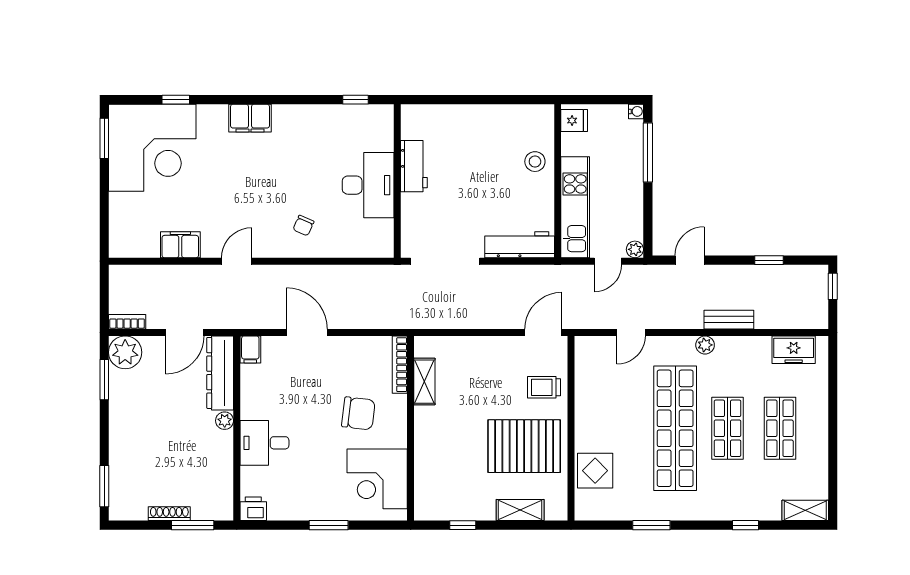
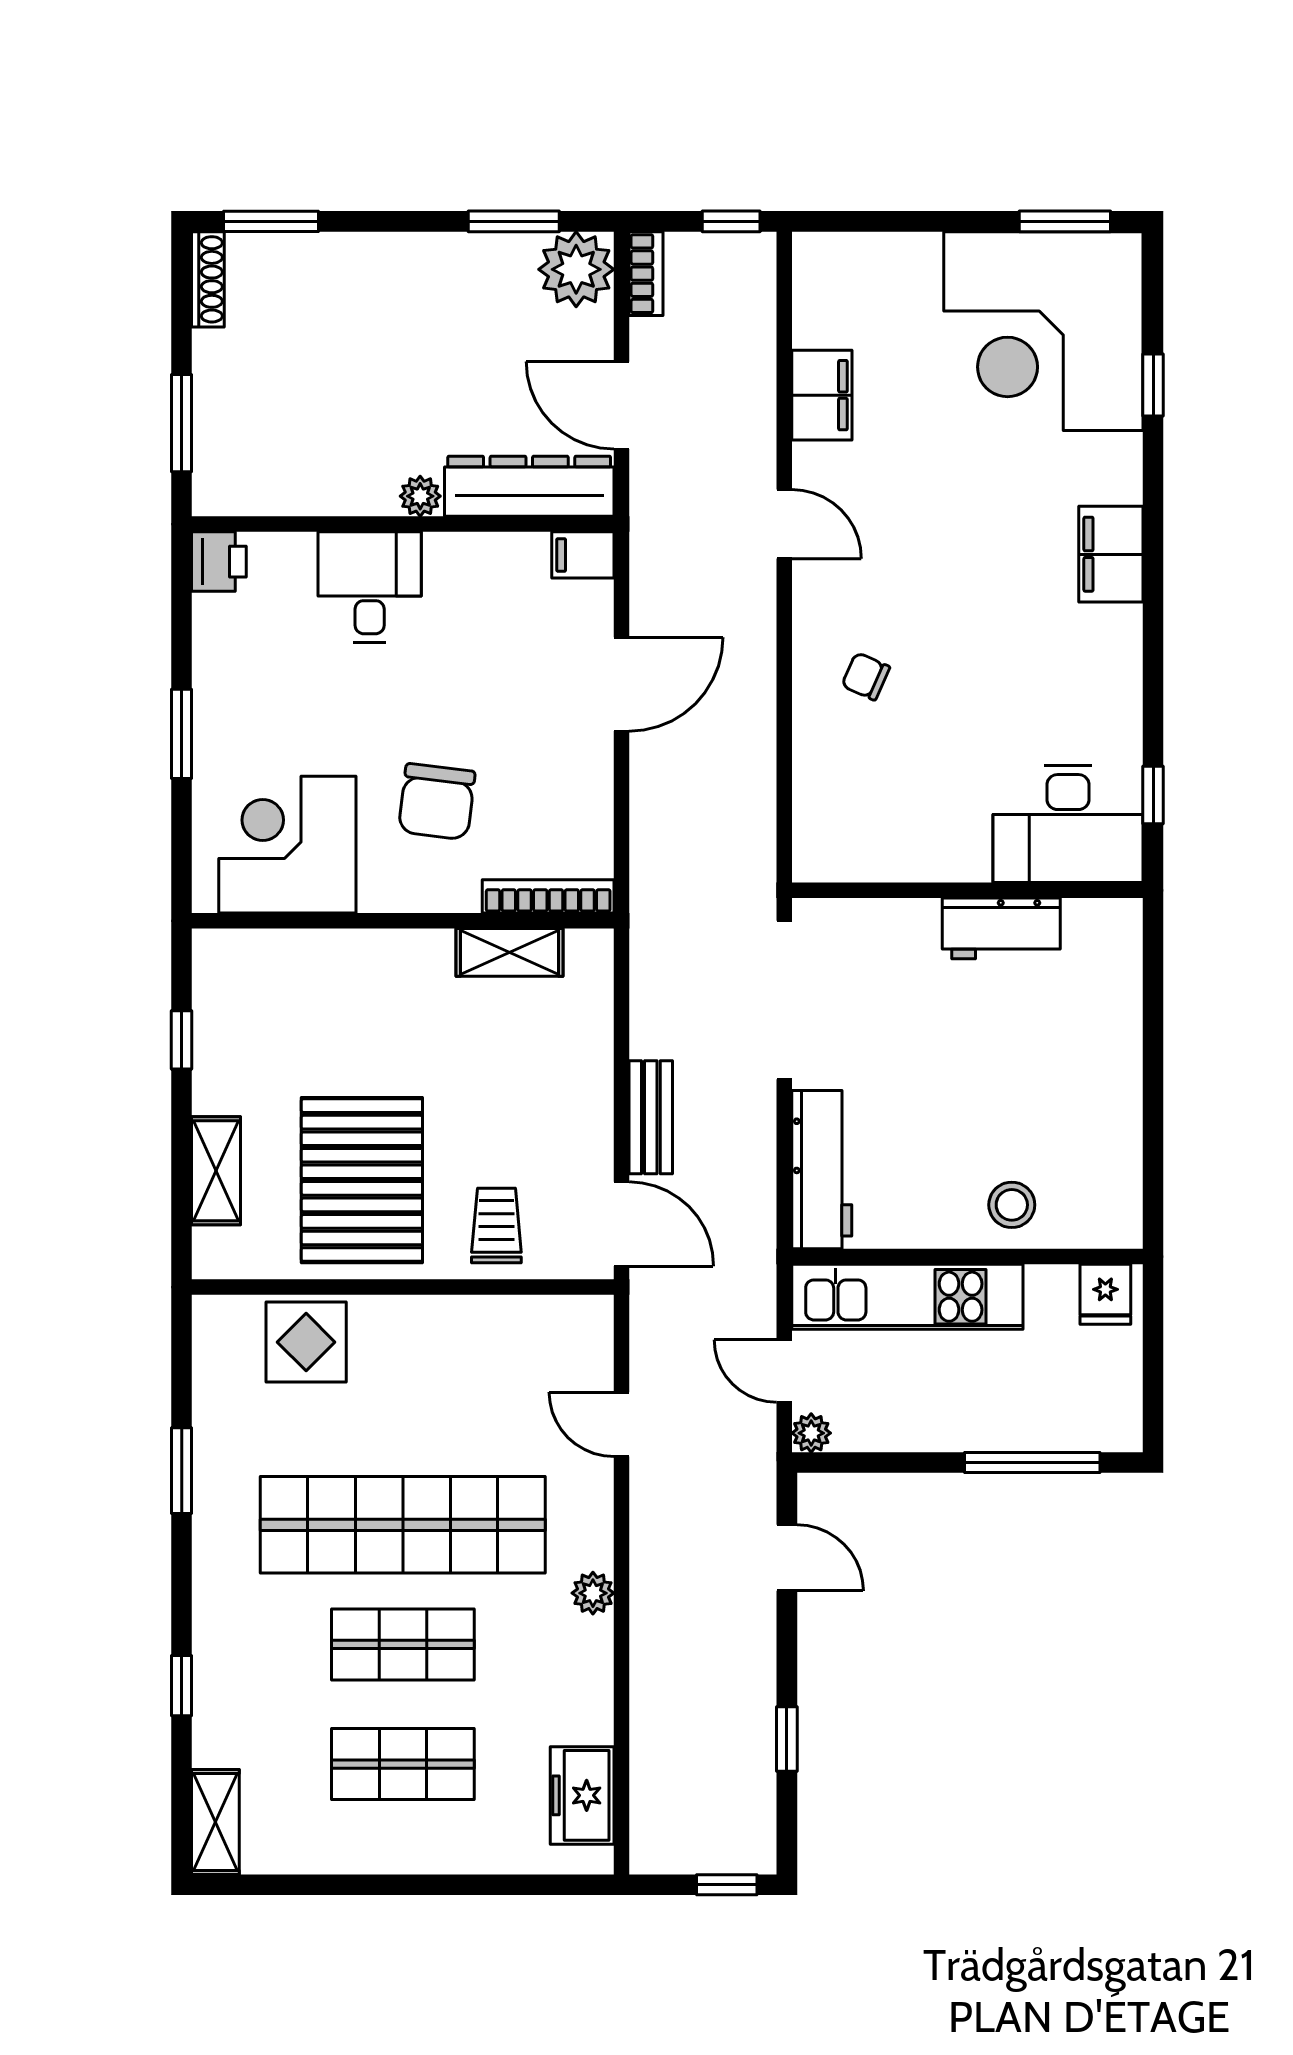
water cooler: (636, 111) -> (1126, 1436), removed
desk: (368, 185) -> (1068, 824), moved
window: (104, 284) -> (731, 221), added
bench: (729, 320) -> (651, 1117), moved
shoe rack: (169, 514) -> (208, 279), moved

